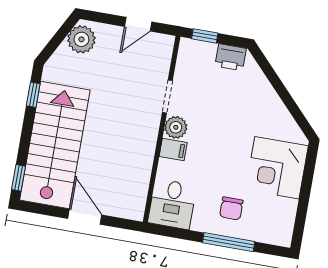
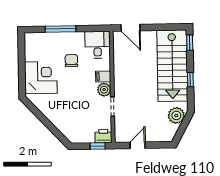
plant: (81, 39) -> (176, 115), moved
printer: (231, 57) -> (103, 136), moved
window: (33, 95) -> (190, 80), moved
chair: (231, 208) -> (71, 61), moved
door: (85, 217) -> (130, 28), moved

